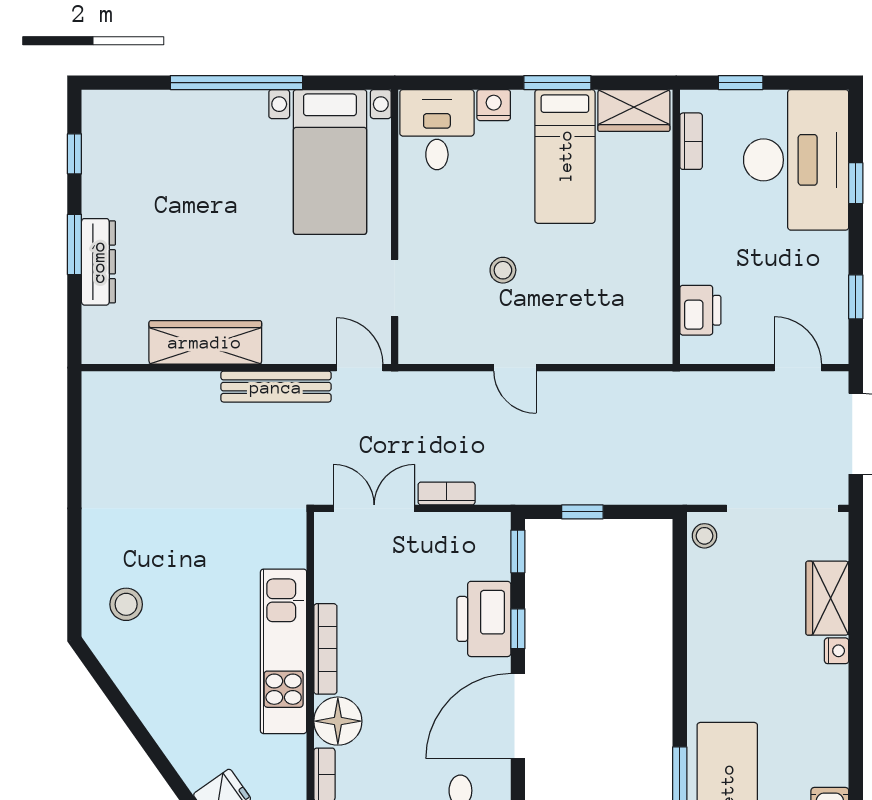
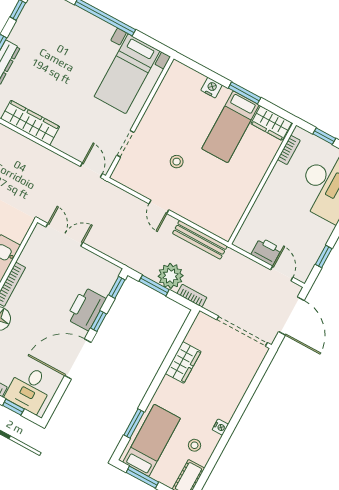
desk: (437, 130) -> (181, 85), removed
printer: (700, 310) -> (266, 252), moved, turned -90
bench: (276, 387) -> (200, 240), moved
plant: (602, 479) -> (171, 276), added
bookcase: (447, 493) -> (192, 296), moved
window: (582, 512) -> (154, 285), width x1.50
stool: (704, 536) -> (194, 445), moved
wardrobe: (827, 598) -> (183, 362), moved, turned 180
nightstand: (837, 651) -> (220, 427), moved

